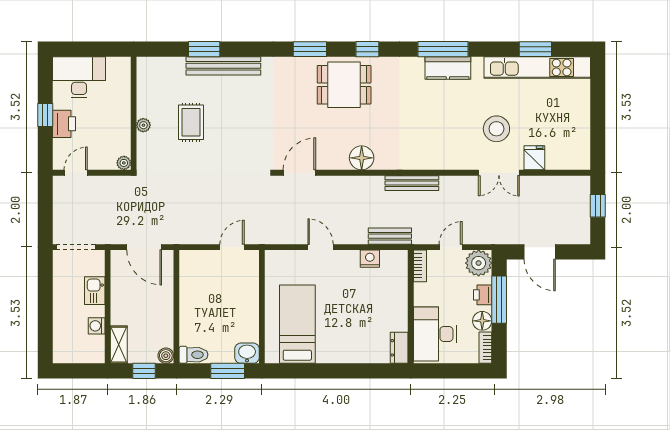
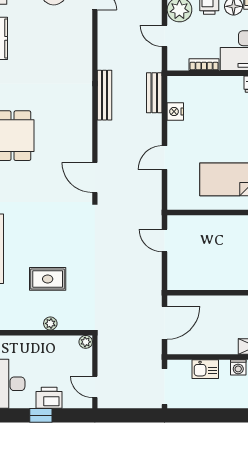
floor lamp: (362, 158) -> (81, 119), removed
bench: (412, 183) -> (105, 95), moved
bookcase: (420, 266) -> (204, 65), moved

